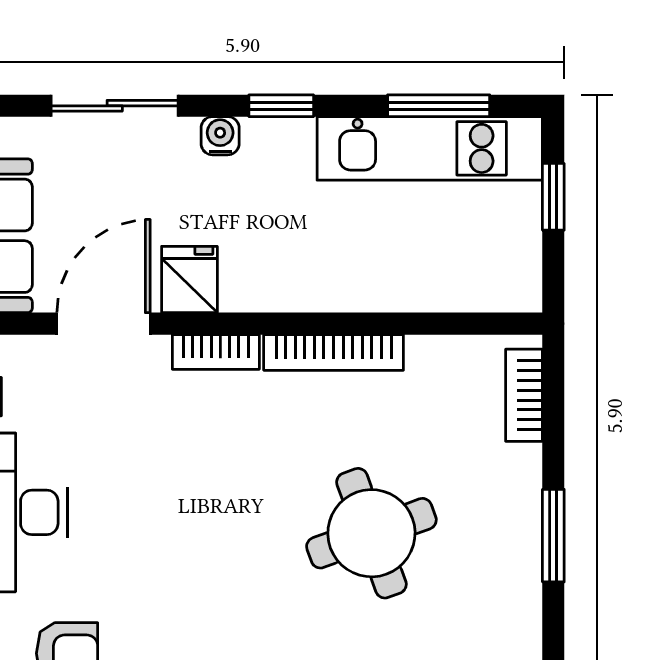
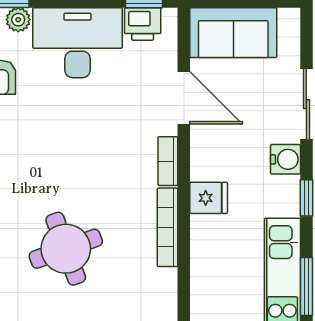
water cooler: (220, 136) -> (285, 159), width x1.38, depth x1.38
fridge: (189, 280) -> (209, 198), moved

